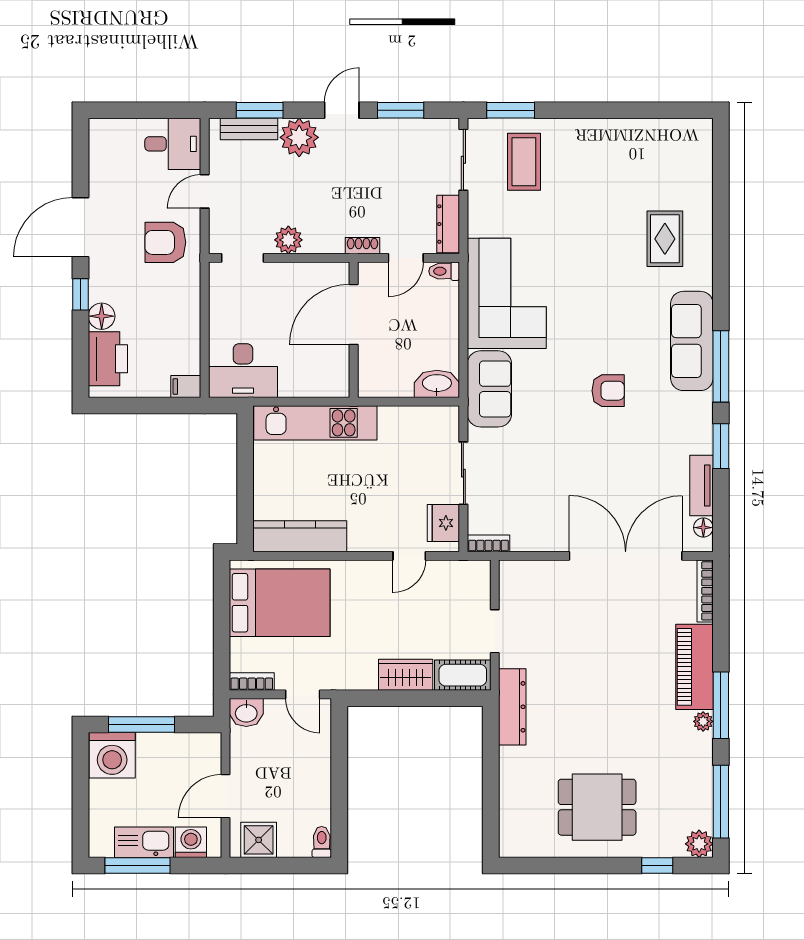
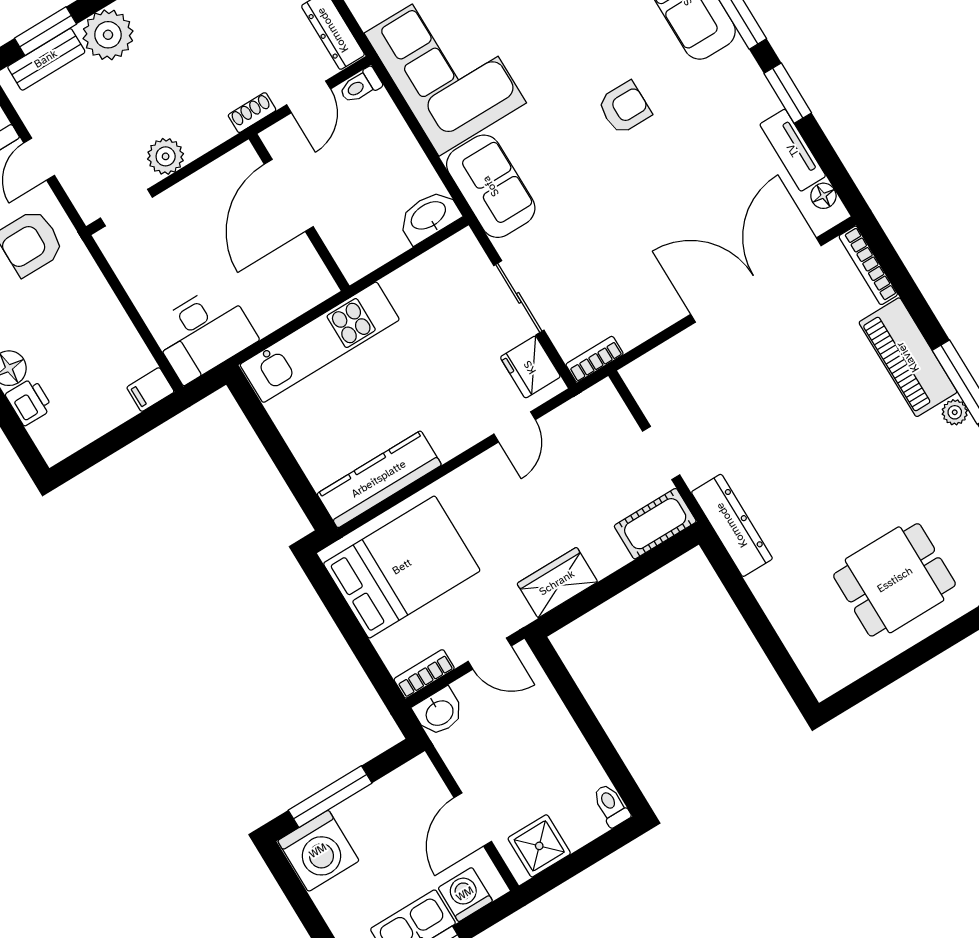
printer: (108, 359) -> (29, 402), width x0.53, depth x0.68
wardrobe: (406, 675) -> (557, 583), moved

